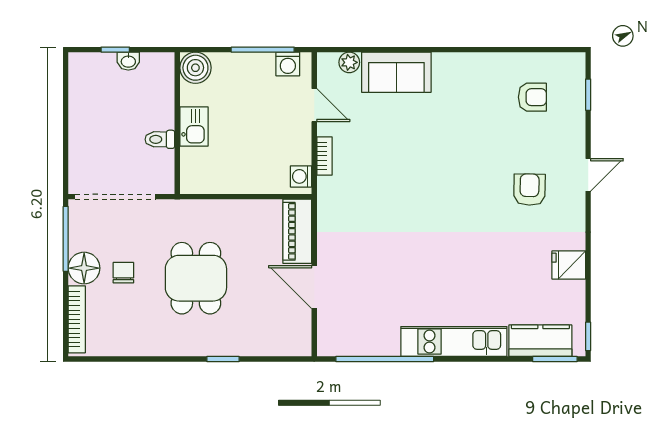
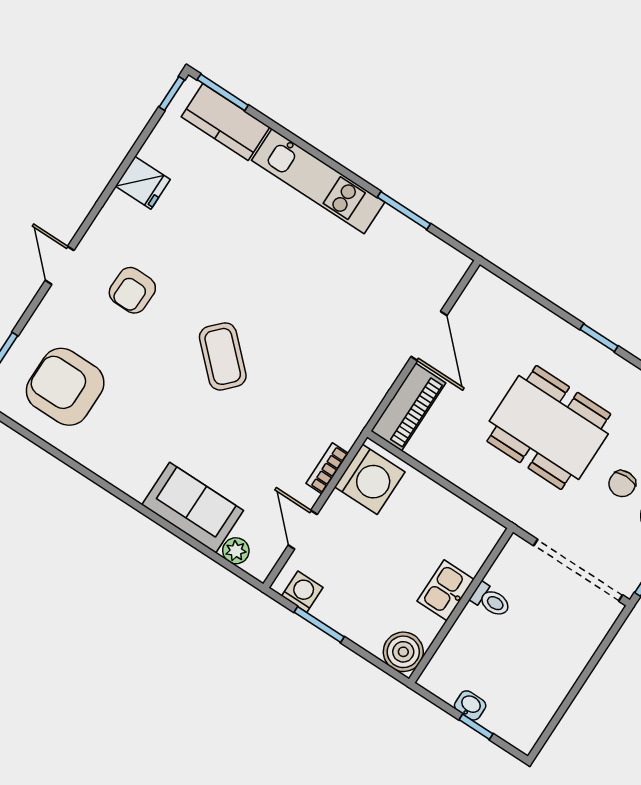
window: (263, 50) -> (319, 624), width x0.69
armchair: (532, 97) -> (65, 387), width x1.88, depth x1.88
door: (588, 175) -> (60, 265), hinge flipped
washing machine: (301, 176) -> (370, 479), width x1.89, depth x1.89
coffee table: (441, 185) -> (223, 356), added
dining table: (196, 278) -> (549, 428), width x1.38
window: (223, 359) -> (599, 338), moved
window: (385, 359) -> (404, 211), width x0.47

